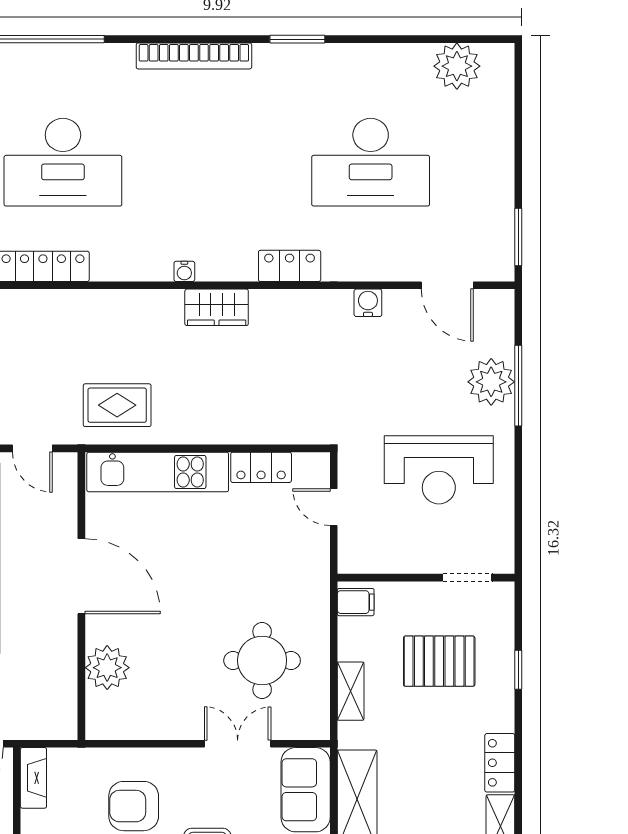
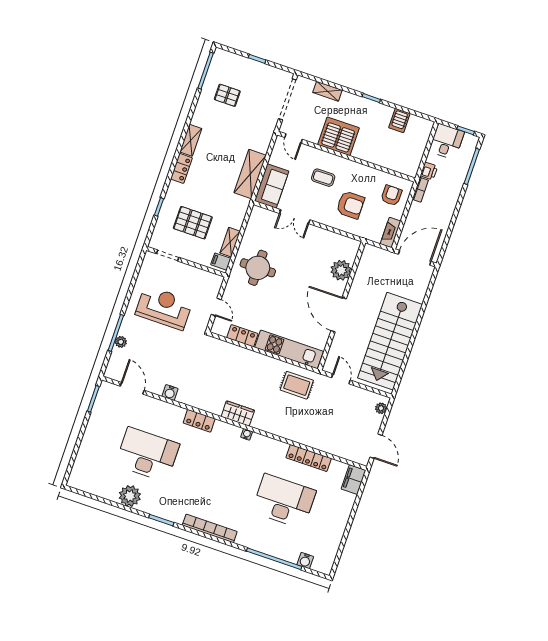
plant: (457, 66) -> (130, 496), moved
plant: (491, 382) -> (121, 342), width x0.53, depth x0.53
round table: (262, 660) -> (258, 268), moved
shelving: (351, 691) -> (230, 242), moved

